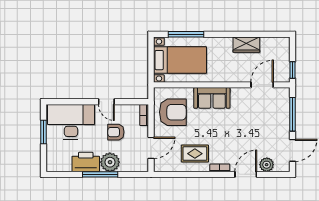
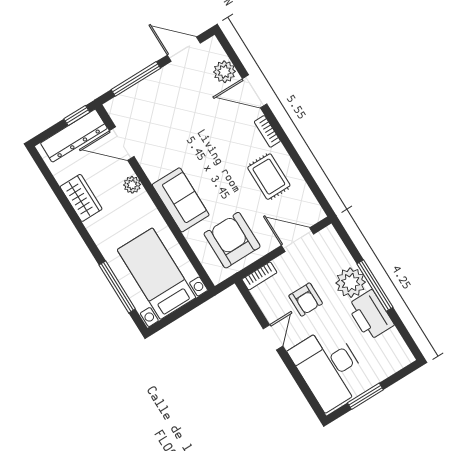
dresser: (282, 62) -> (74, 136), added
plant: (236, 77) -> (132, 185), added

